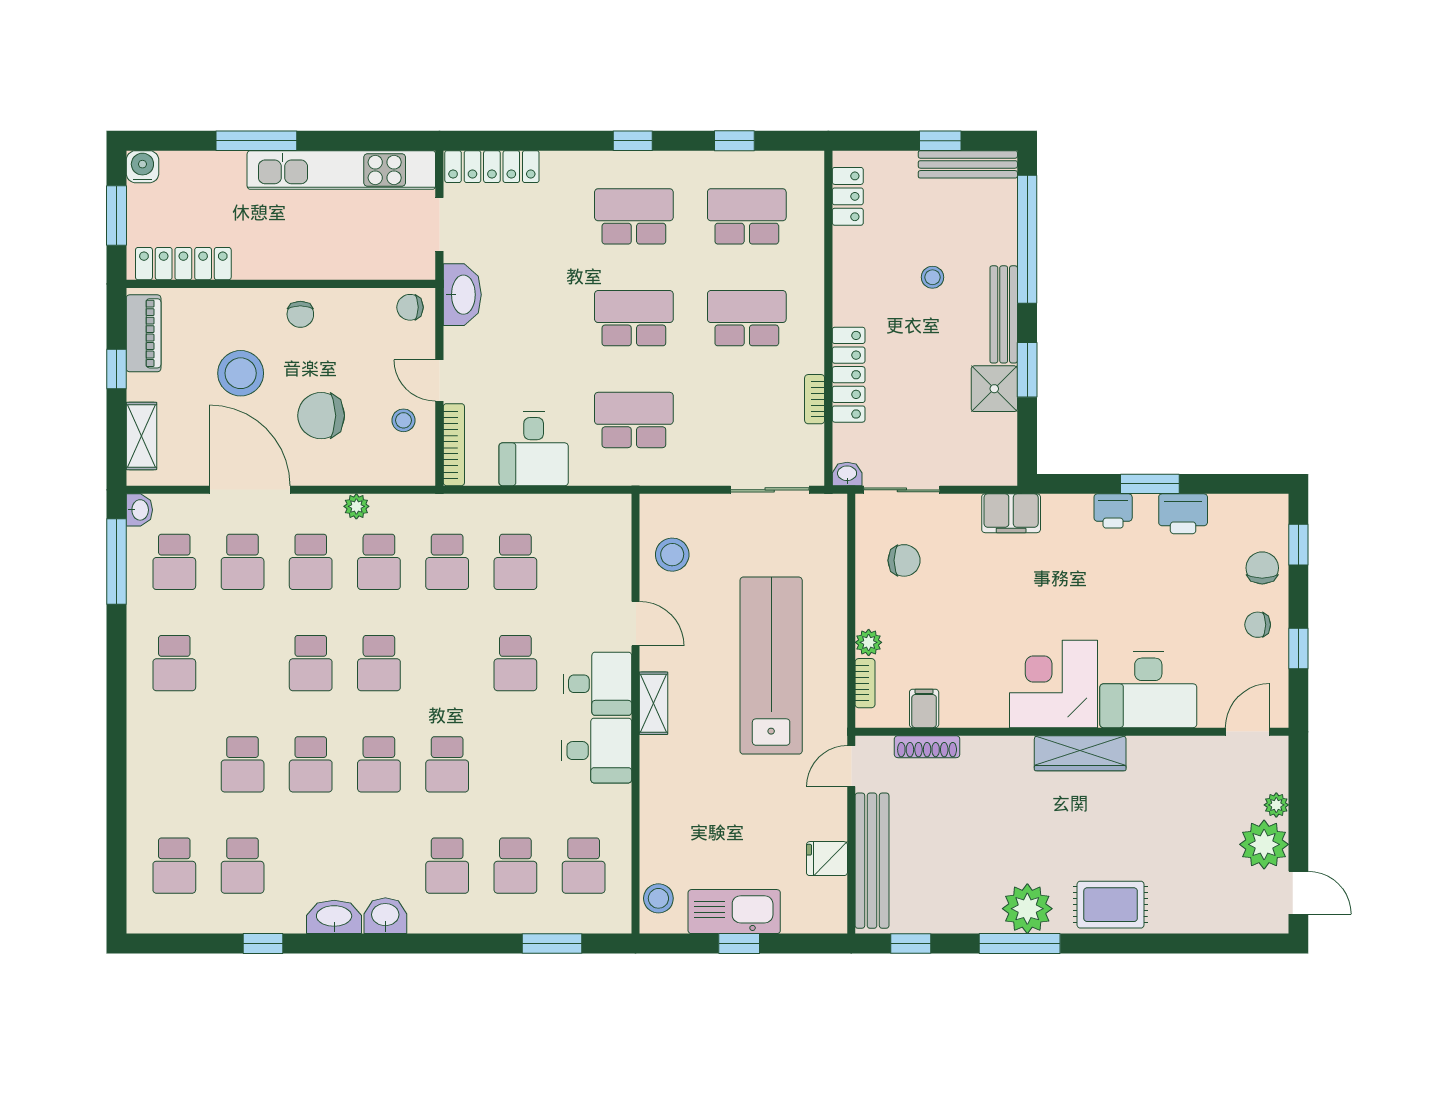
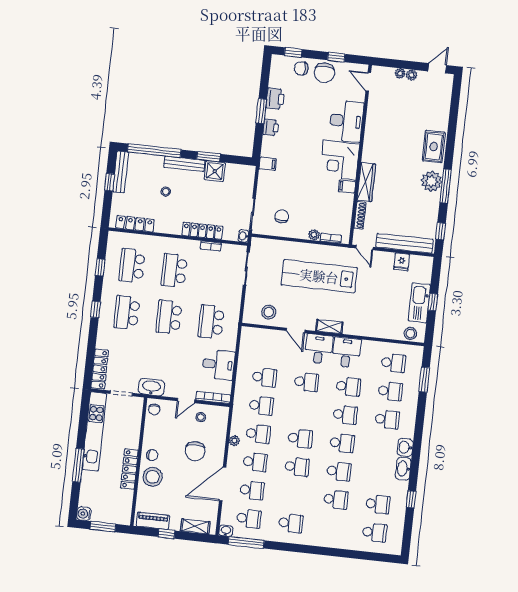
locker: (848, 196) -> (135, 224), width x1.53
locker: (183, 264) -> (129, 469), moved
stool: (241, 373) -> (153, 477), moved
filing cabinet: (1011, 513) -> (268, 164), width x0.50
door: (636, 624) -> (296, 330), swing flipped
chair: (1258, 625) -> (324, 73), width x1.87, depth x1.87
filing cabinet: (924, 708) -> (347, 186), moved
wardrobe: (1080, 753) -> (366, 182), moved
school desk: (515, 764) -> (348, 387), added
plant: (1264, 844) -> (412, 75), width x0.53, depth x0.53

